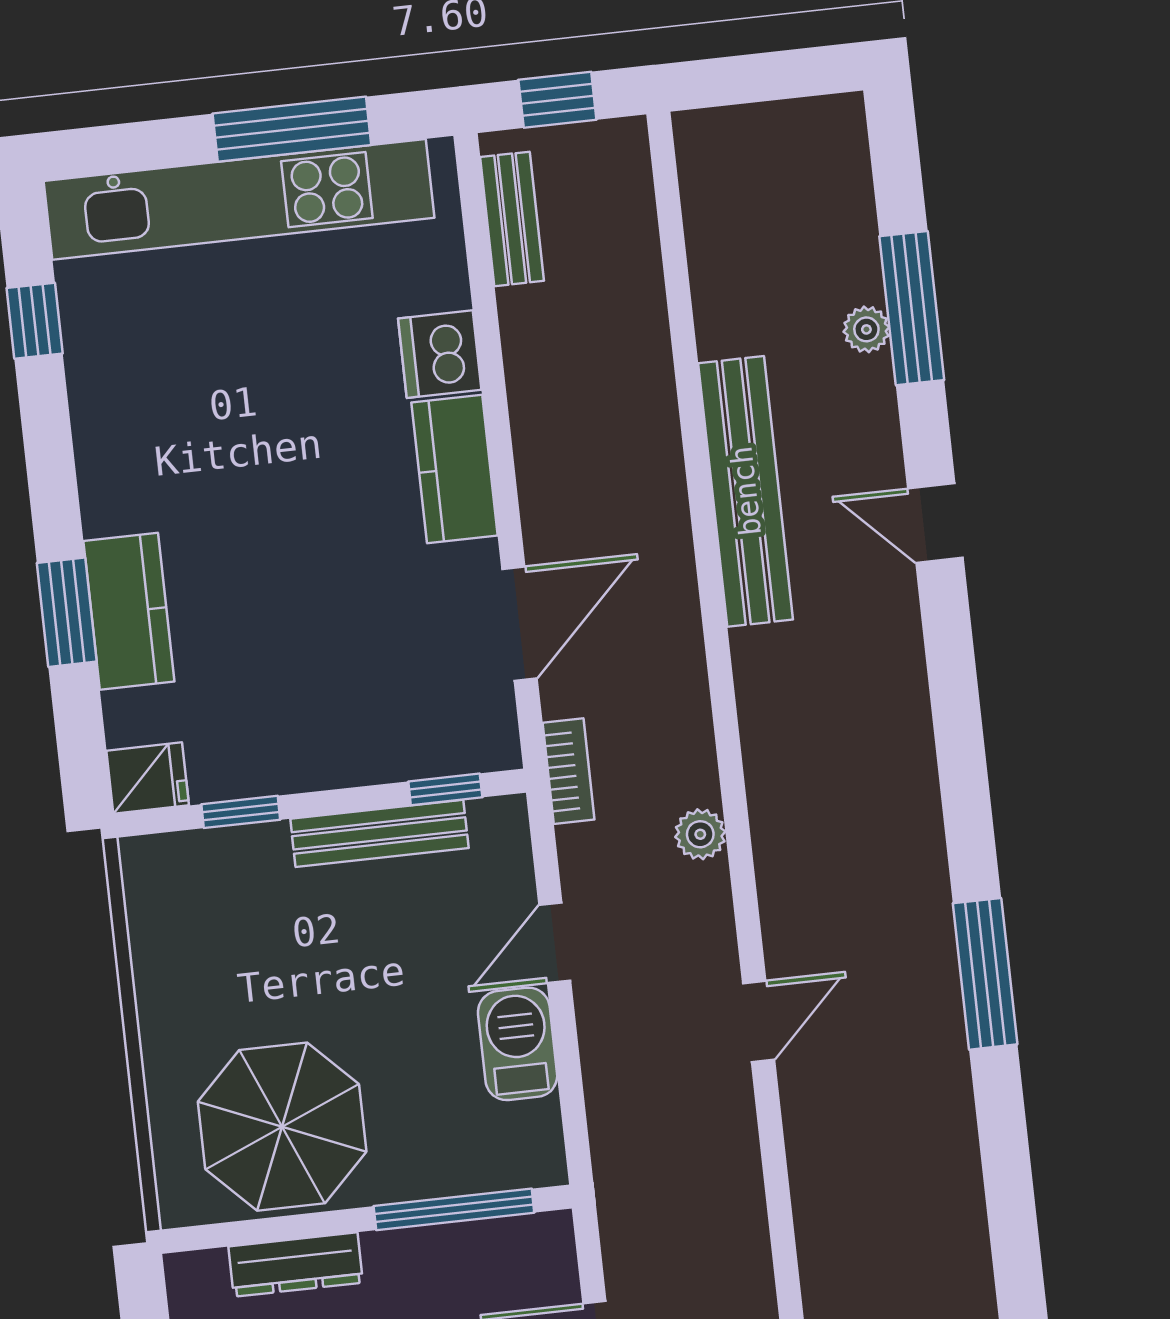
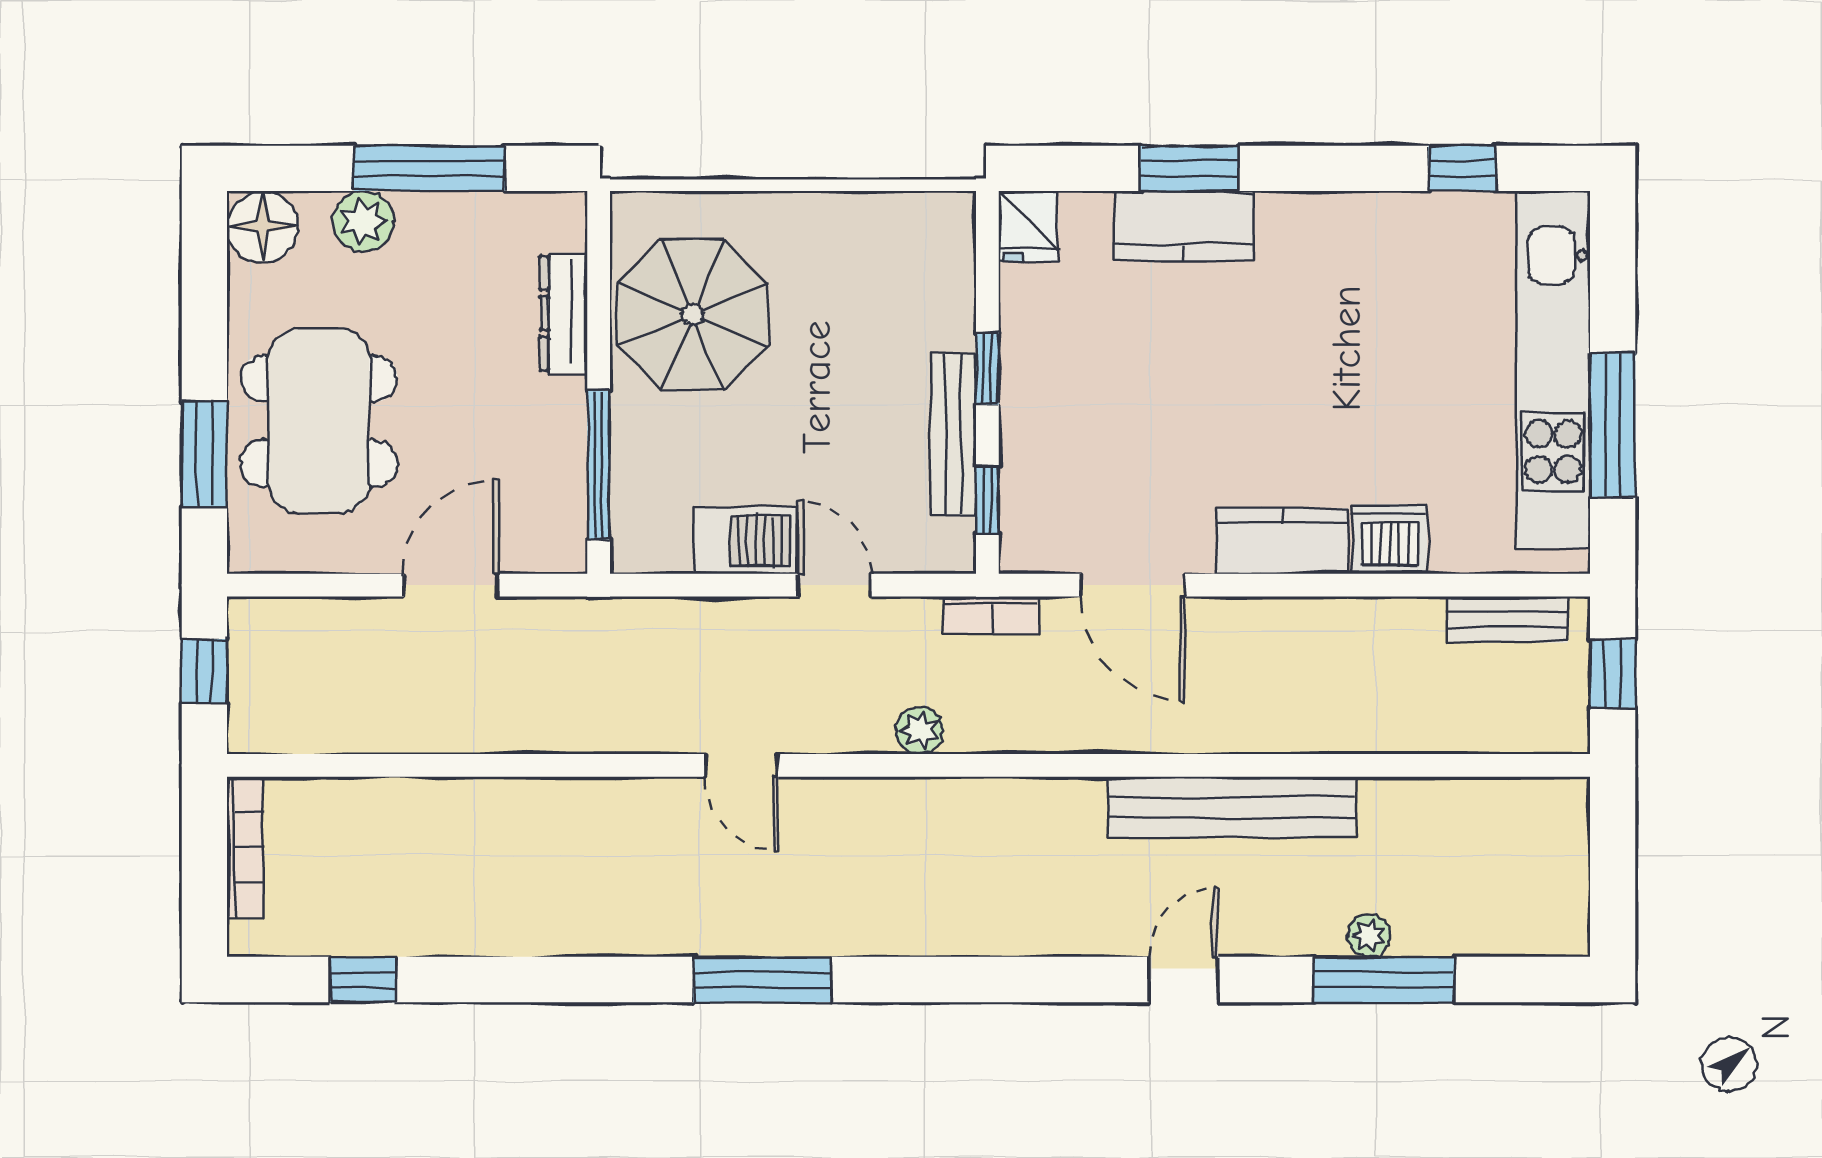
window: (241, 812) -> (987, 369), moved

